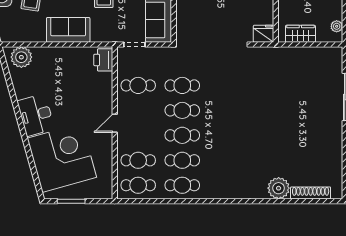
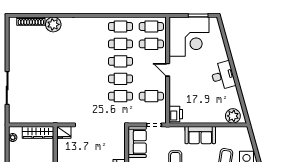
wardrobe: (300, 34) -> (38, 132), width x1.50
door: (115, 123) -> (168, 70), swing flipped
corner desk: (62, 158) -> (189, 37), moved, turned -74

